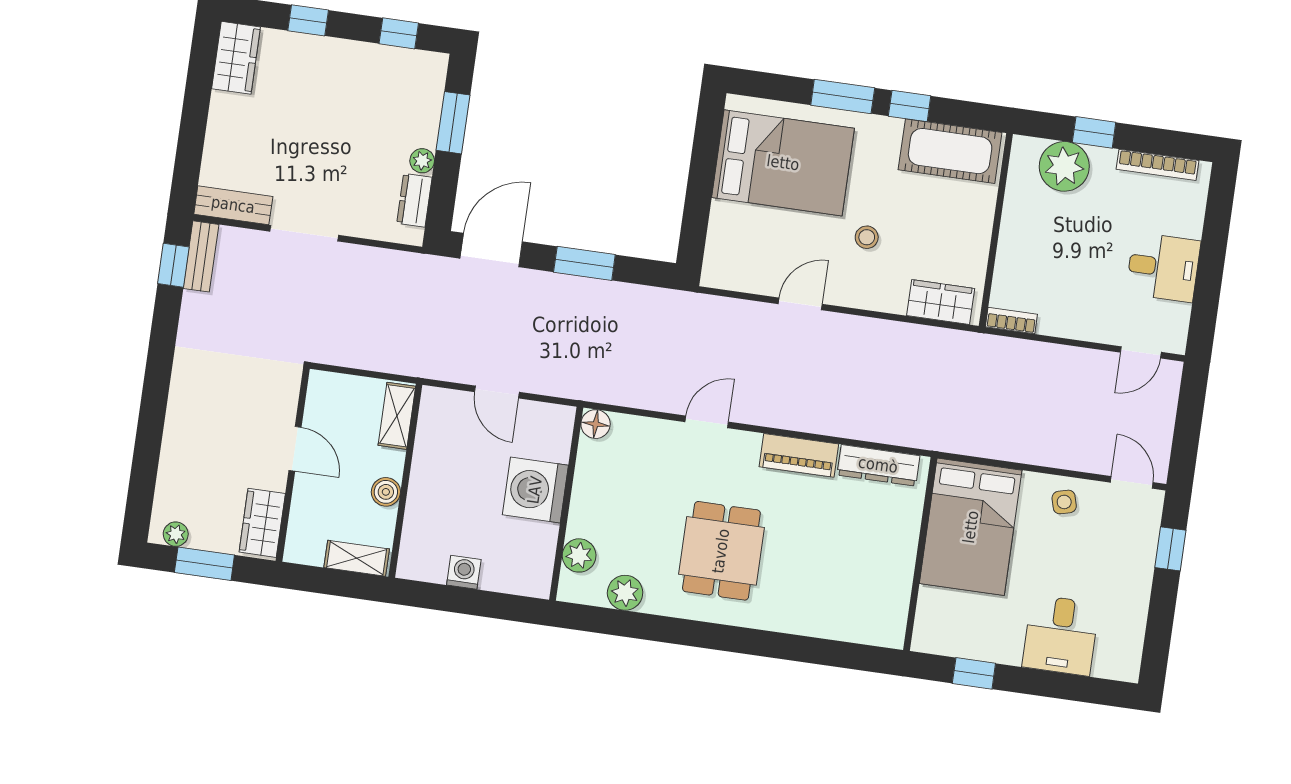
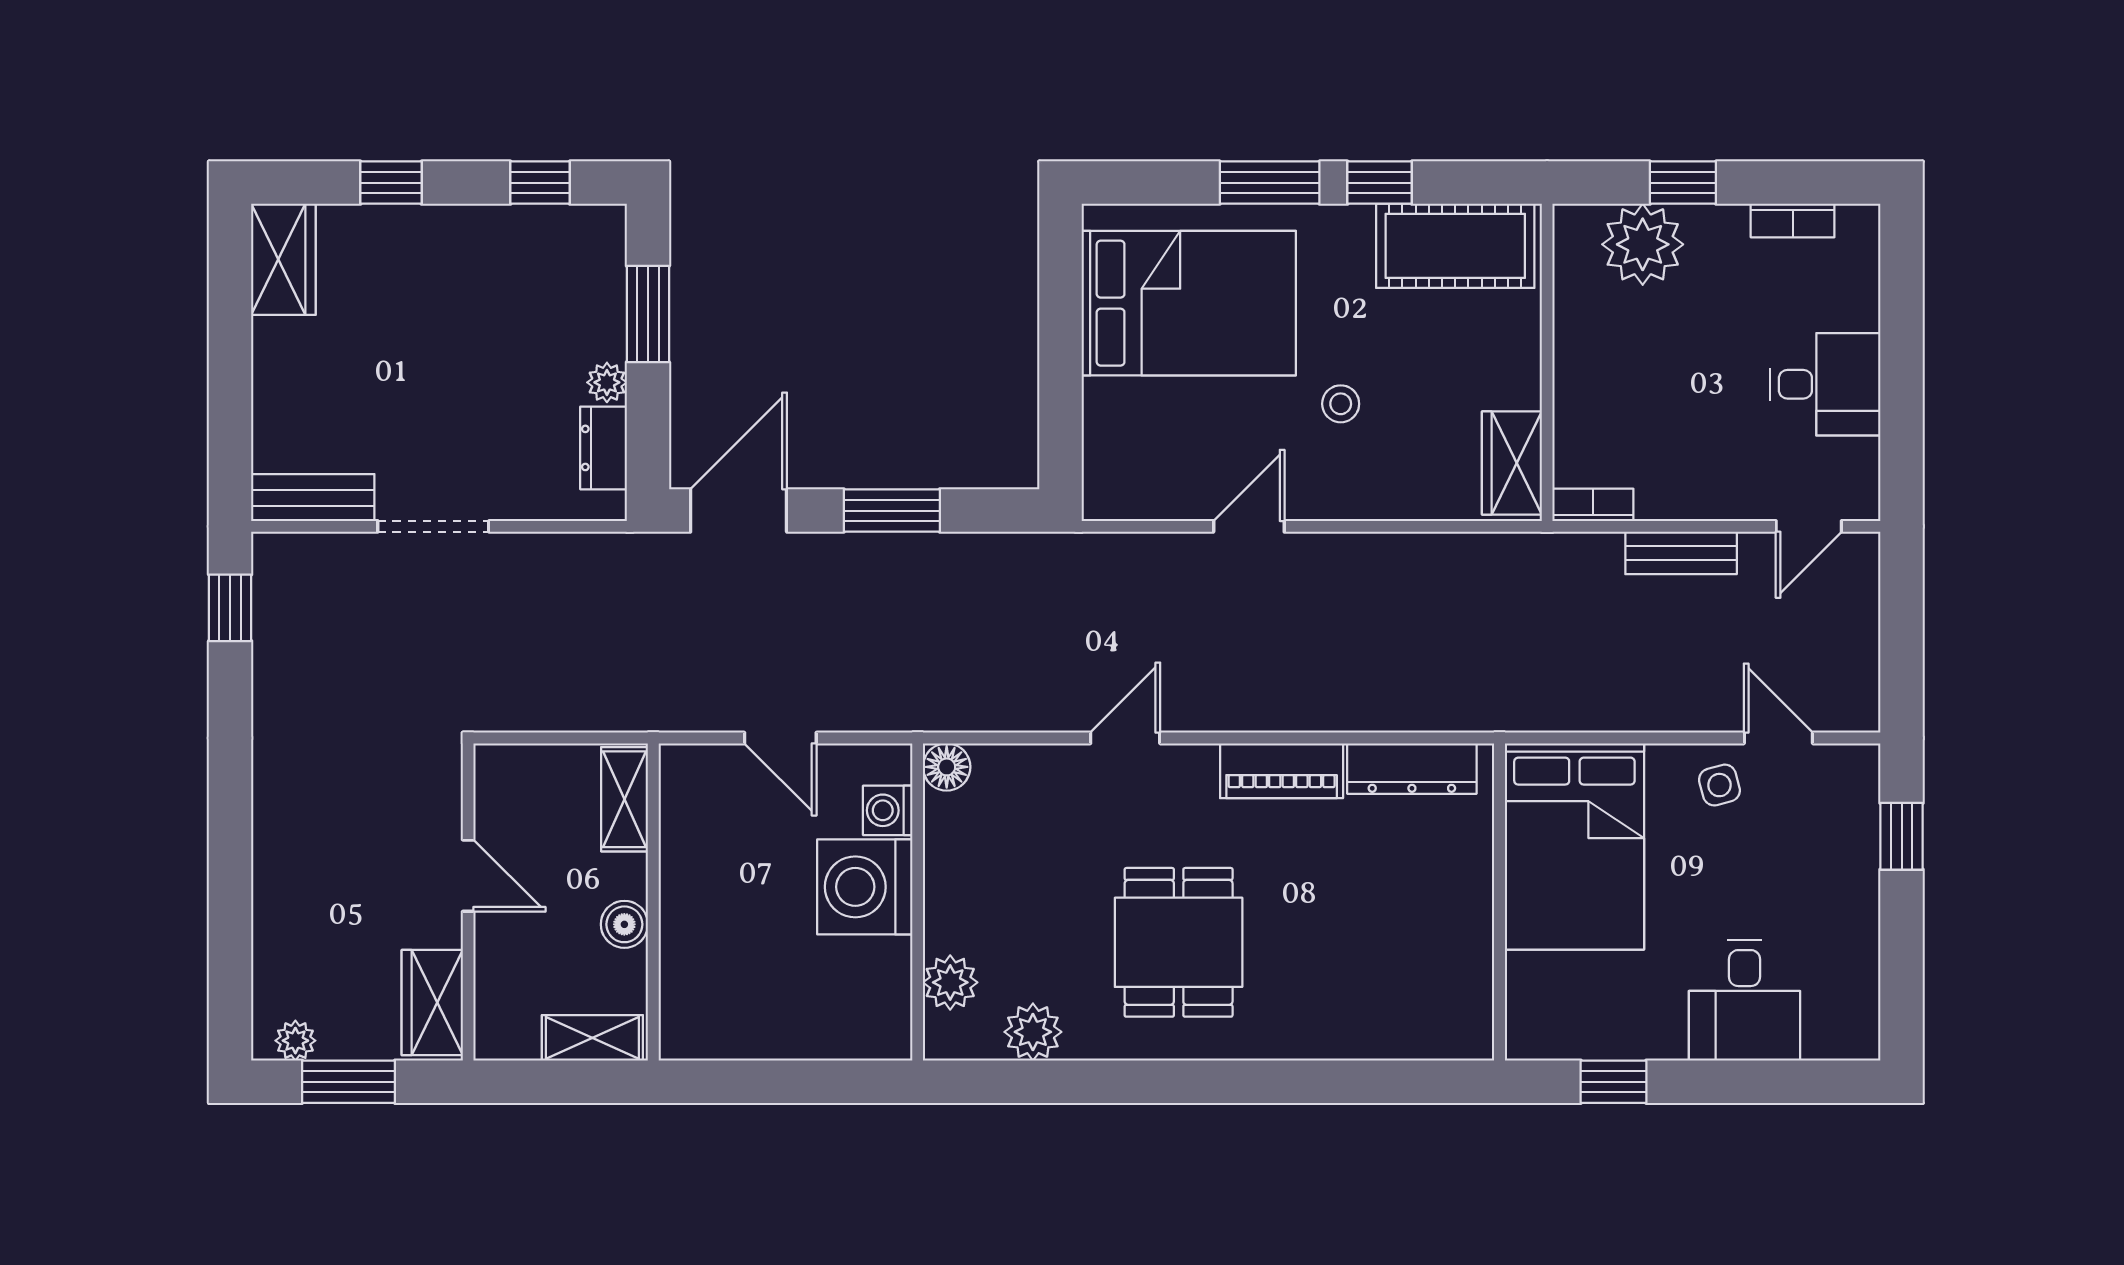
bookcase: (1157, 165) -> (1793, 221), width x0.64
bench: (201, 256) -> (1681, 553), moved, turned 90
wardrobe: (941, 302) -> (1512, 463), moved, turned -90
door: (1132, 482) -> (1778, 738), moved
washing machine: (464, 572) -> (888, 810), moved, turned -90

